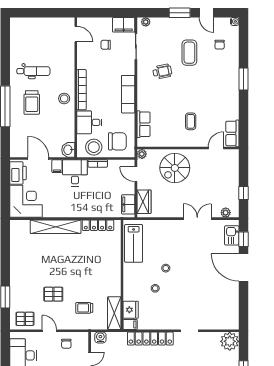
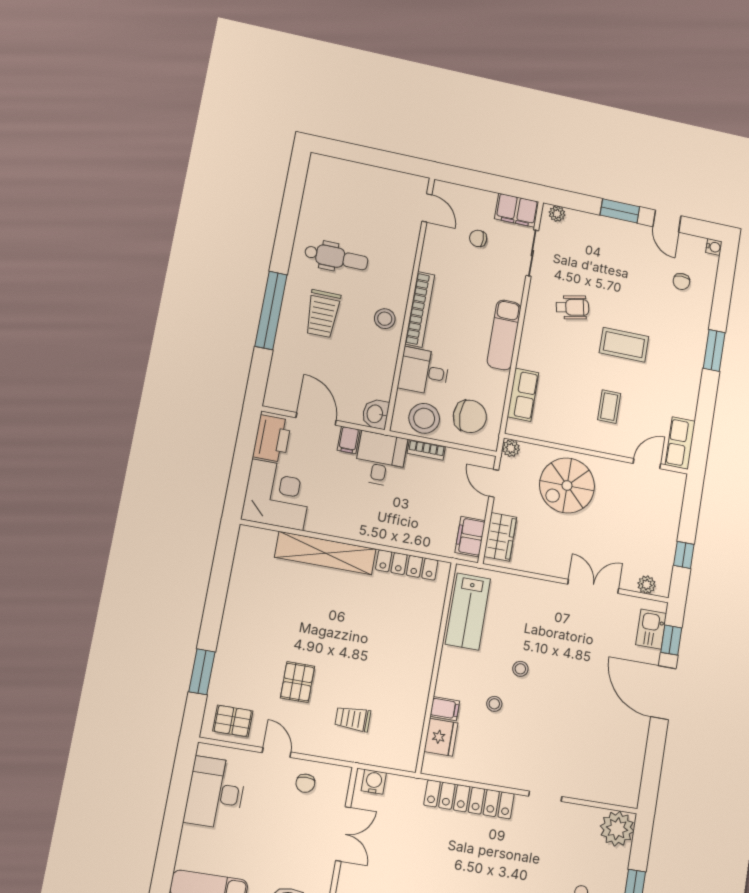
coffee table: (189, 53) -> (624, 345), moved, turned 90
pallet: (53, 294) -> (297, 682), turned 90
shelving: (114, 313) -> (409, 739), removed
filing cabinet: (130, 324) -> (445, 709), moved

